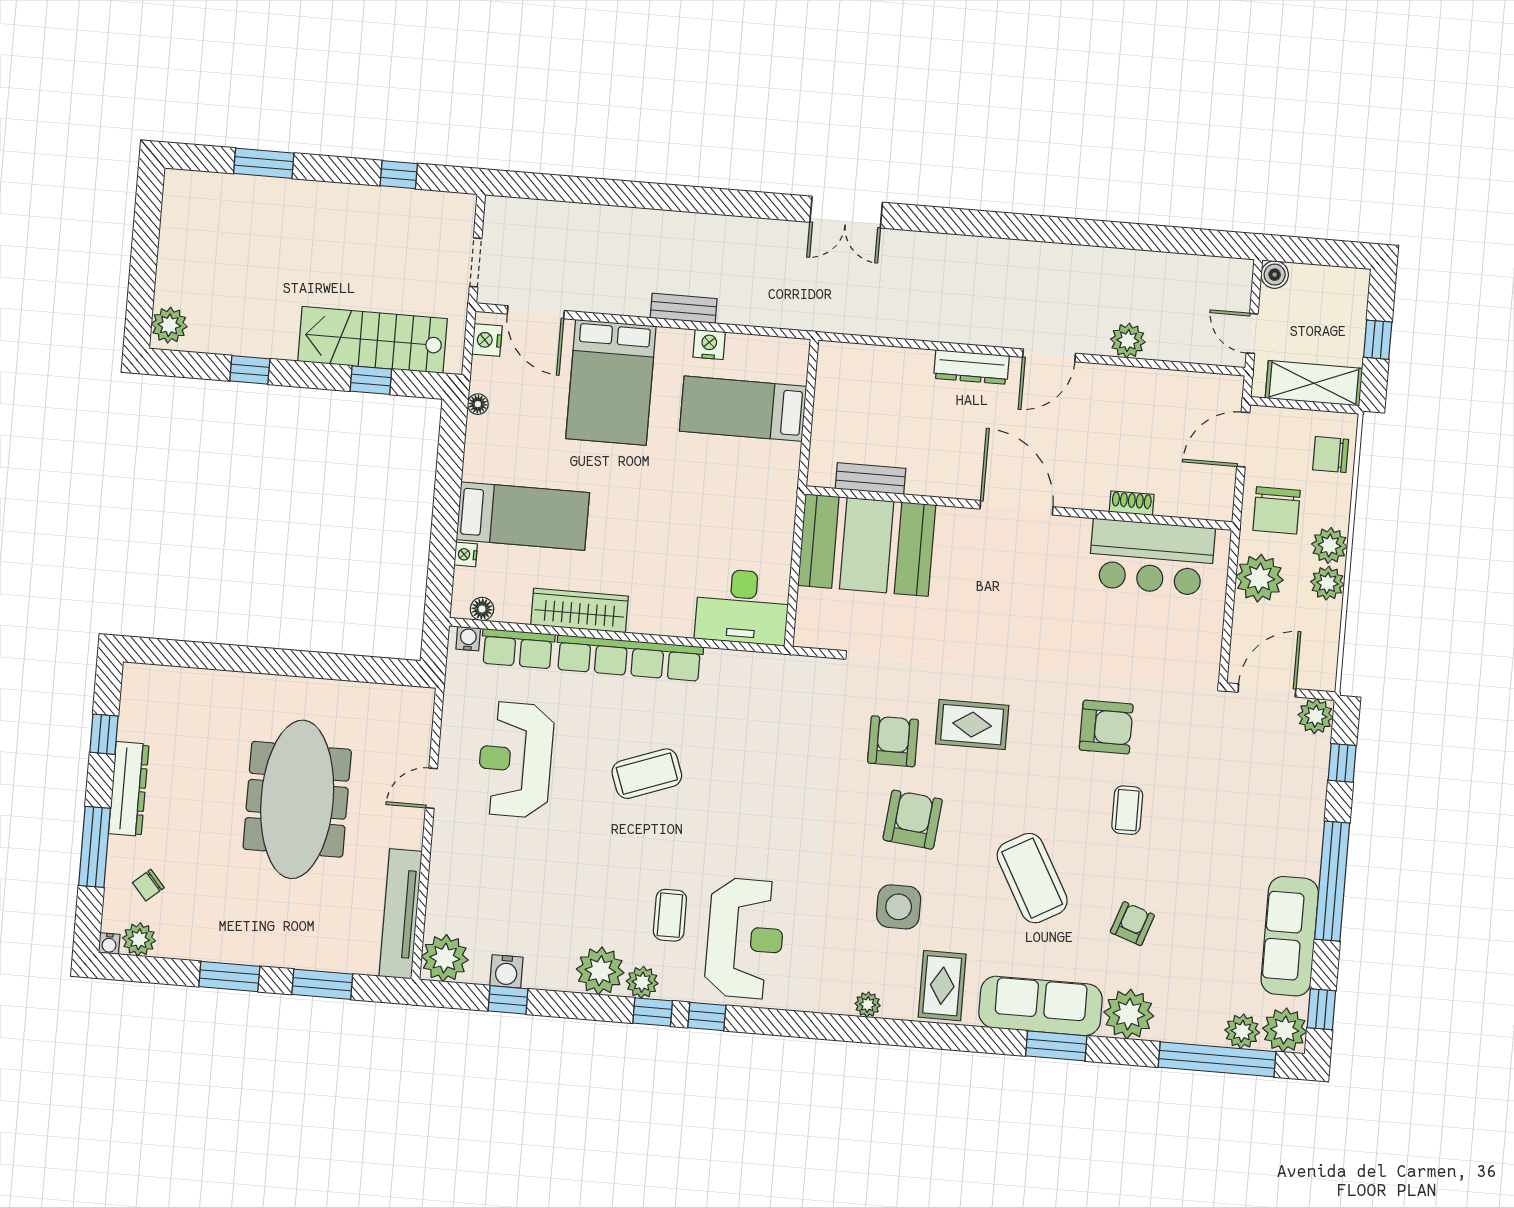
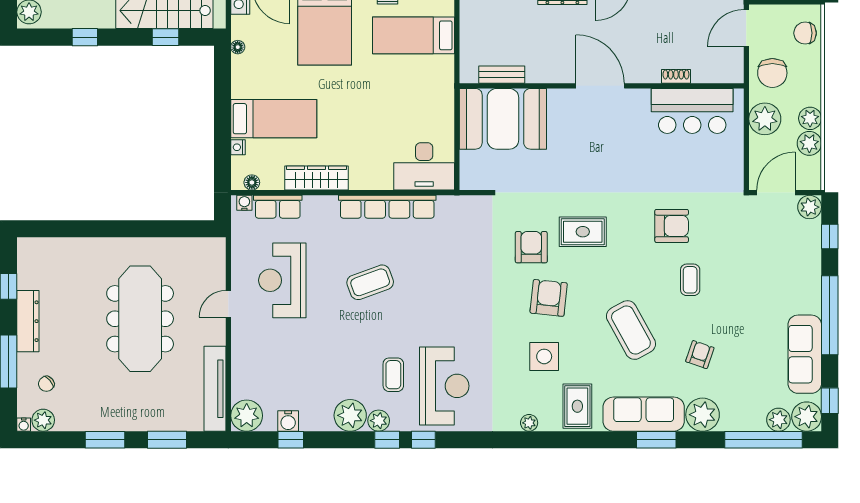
plant: (1329, 545) -> (809, 143), moved
row of seats: (629, 658) -> (387, 207), moved

